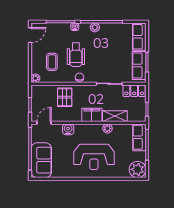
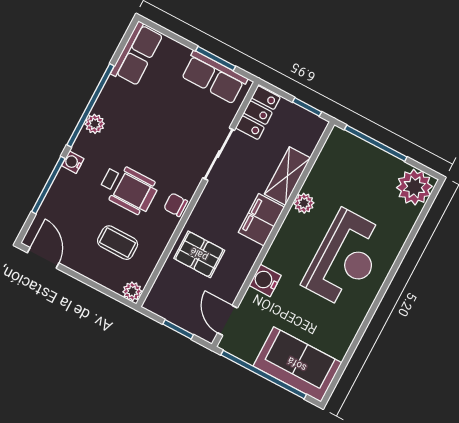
row of seats: (139, 37) -> (137, 54), moved, turned -90
row of seats: (139, 137) -> (354, 151), removed

